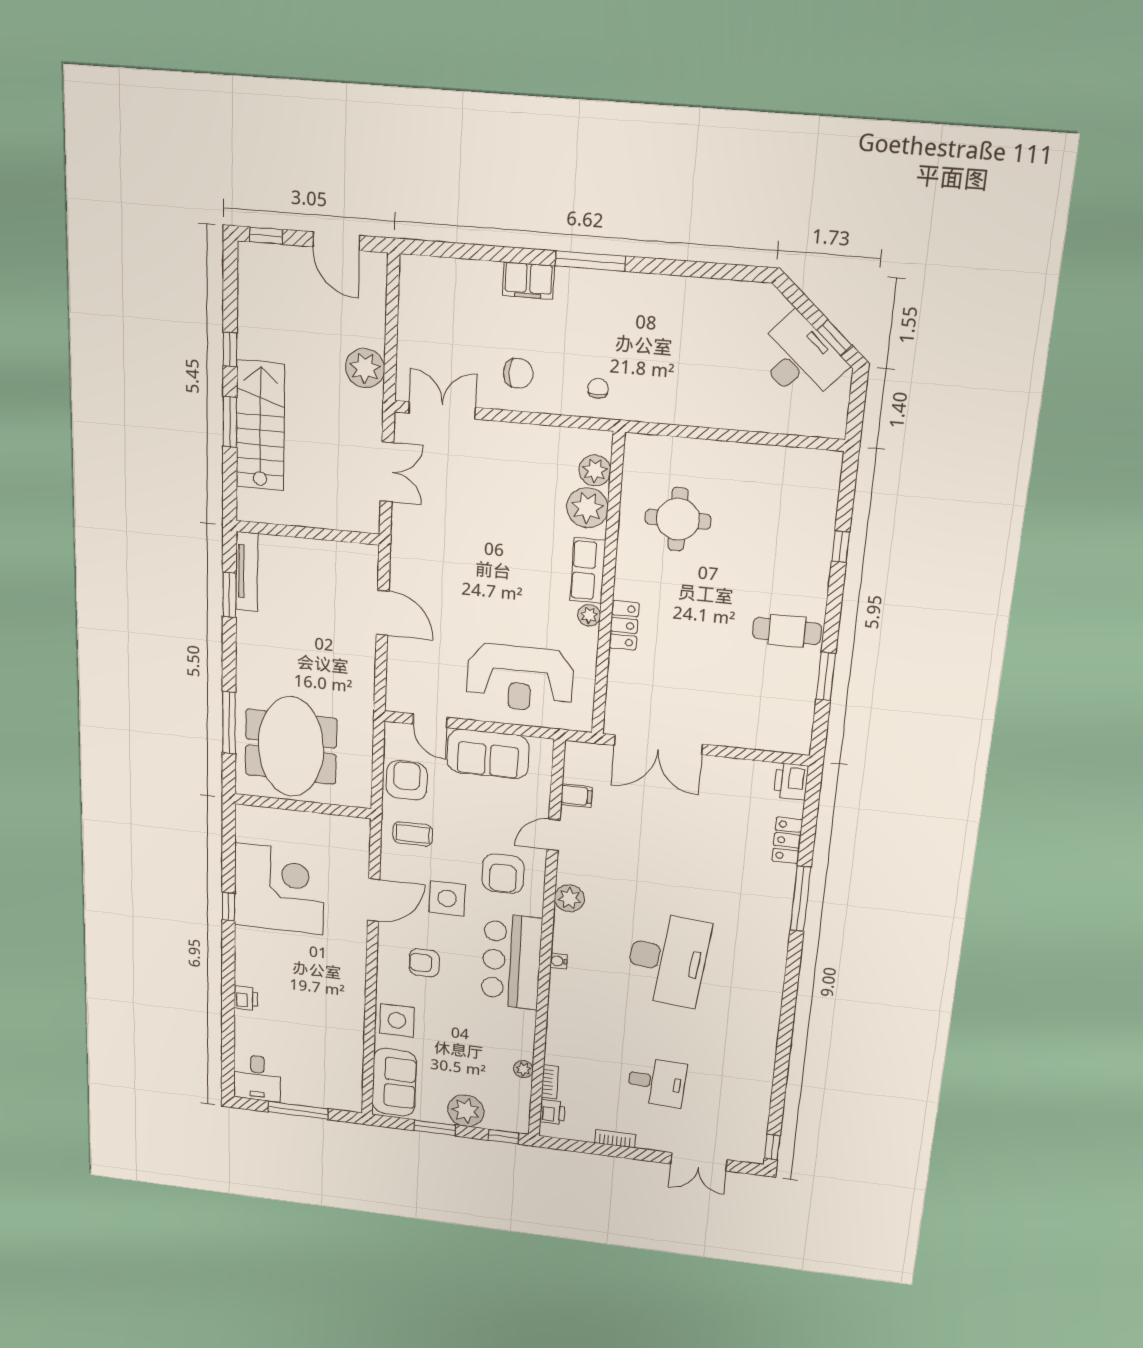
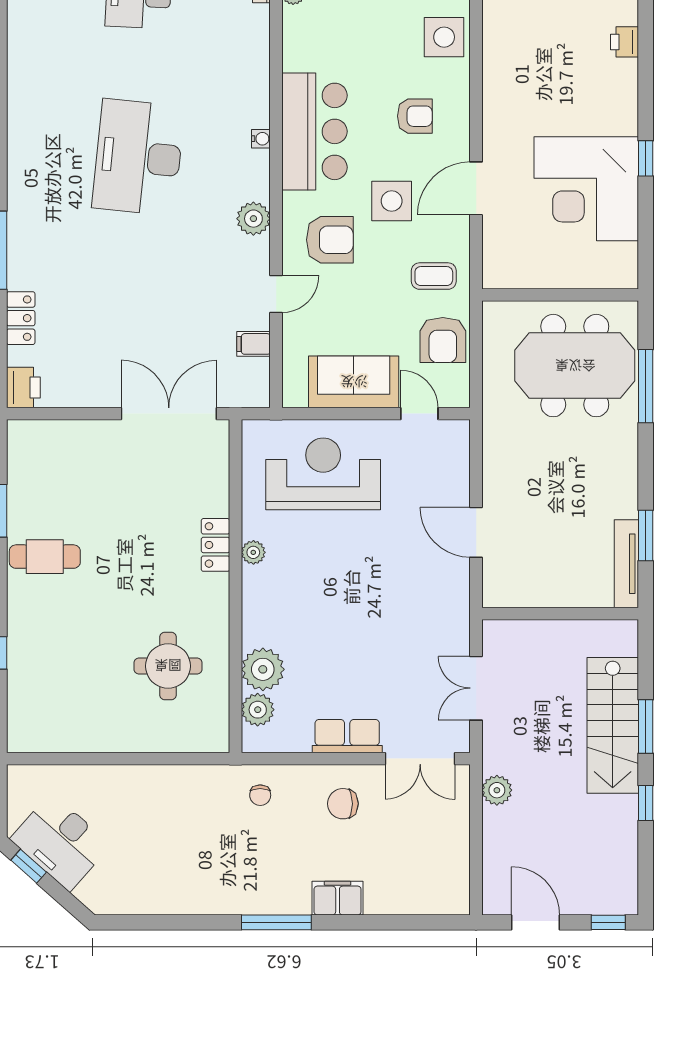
plant: (365, 368) -> (497, 790), width x0.73, depth x0.73
row of seats: (588, 571) -> (347, 736), moved, turned -90
meeting table: (291, 747) -> (575, 366), turned 90
armchair: (503, 874) -> (330, 240), turned 90

